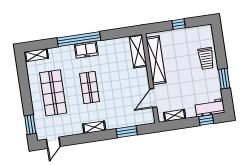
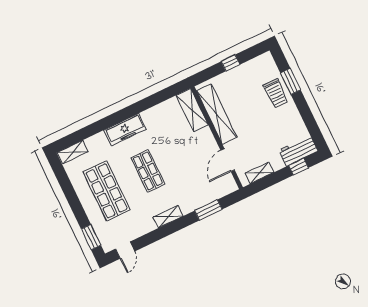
window: (79, 39) -> (117, 117), removed
freezer: (86, 50) -> (125, 130), width x1.40
window: (224, 79) -> (291, 81), moved

